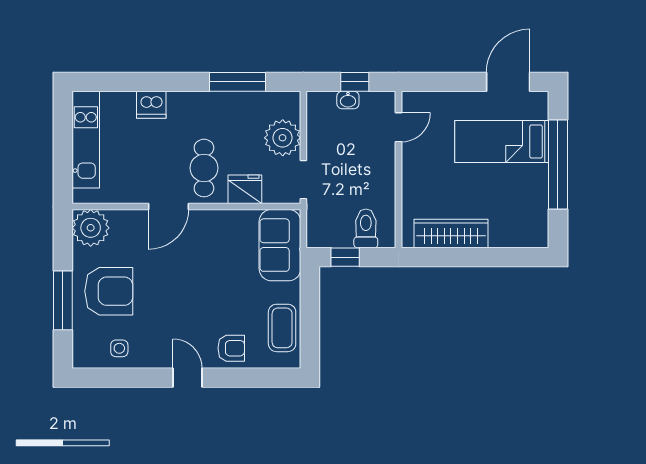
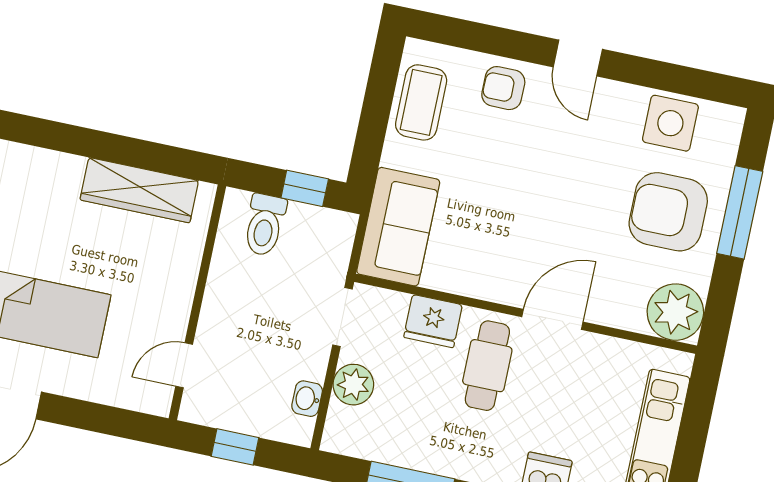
washbasin: (348, 100) -> (307, 399), moved, turned -90
plant: (283, 138) -> (353, 385), width x0.73, depth x0.73
side table: (119, 348) -> (670, 123), width x1.87, depth x1.87

